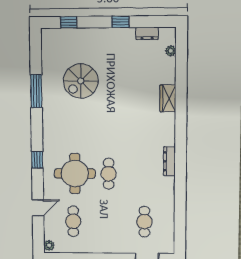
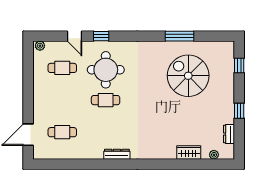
spiral stairs: (81, 81) -> (188, 76), width x1.37, depth x1.37
wardrobe: (168, 98) -> (189, 153), moved
window: (37, 160) -> (101, 36), moved

